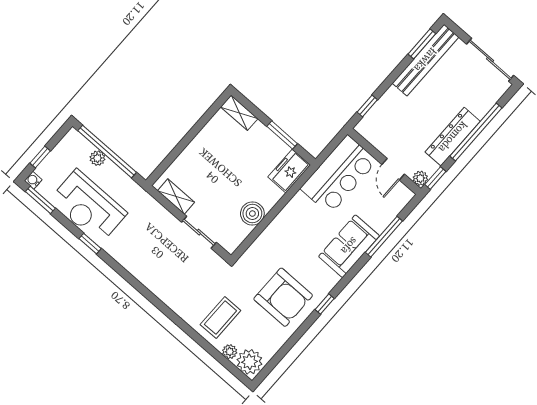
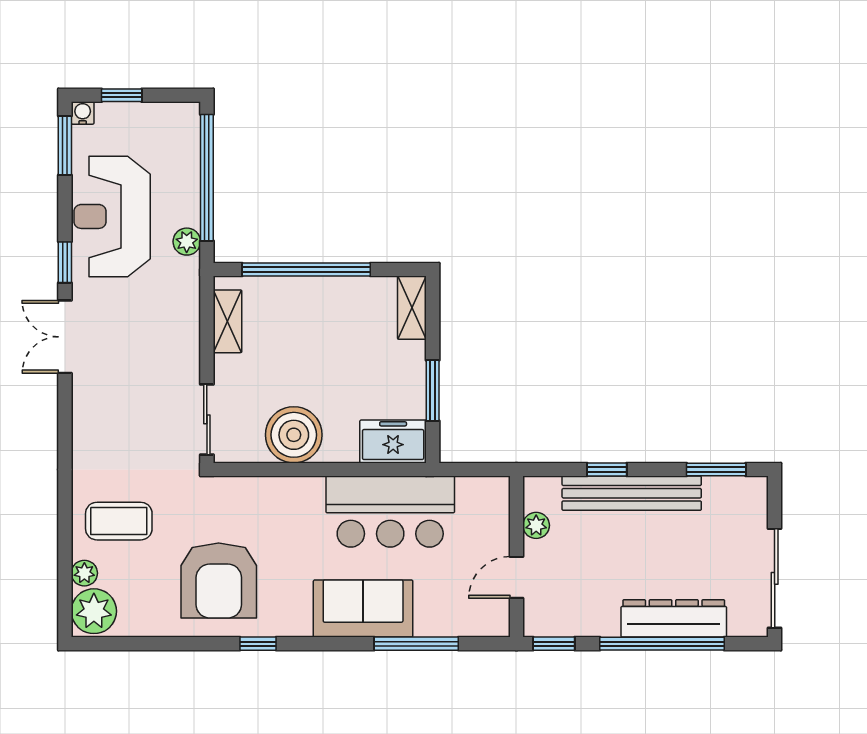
bench: (425, 60) -> (632, 493), moved
window: (367, 106) -> (607, 469), moved
dresser: (453, 137) -> (674, 618), moved
window: (183, 144) -> (306, 269), added
plant: (97, 158) -> (187, 242), moved
bar counter: (339, 175) -> (390, 512), moved
plant: (420, 178) -> (536, 525), moved
boiler: (252, 214) -> (294, 435), width x1.37, depth x1.37
sliding door: (199, 232) -> (207, 419), moved
double door: (122, 272) -> (65, 337), added

